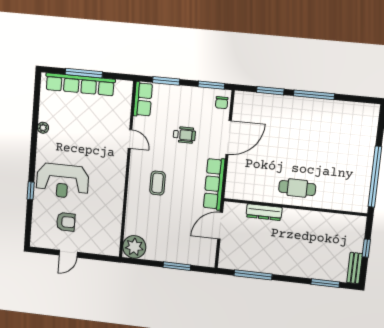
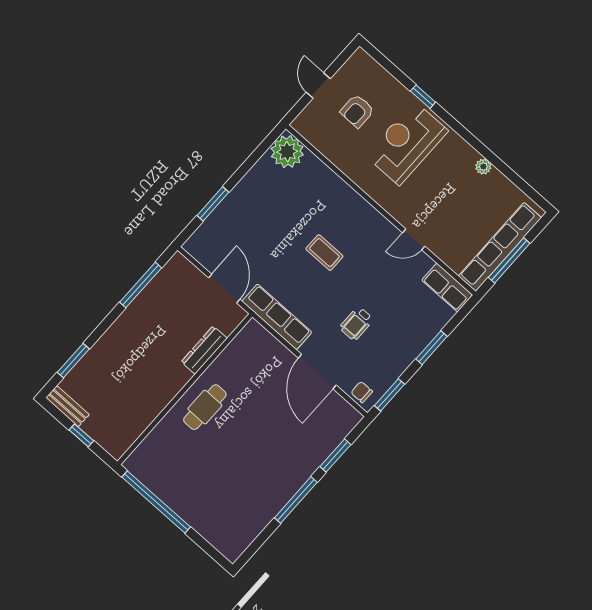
row of seats: (143, 99) -> (447, 287), moved
door: (130, 139) -> (414, 239), moved
wall: (127, 170) -> (381, 210), moved
plant: (134, 247) -> (287, 152), moved

